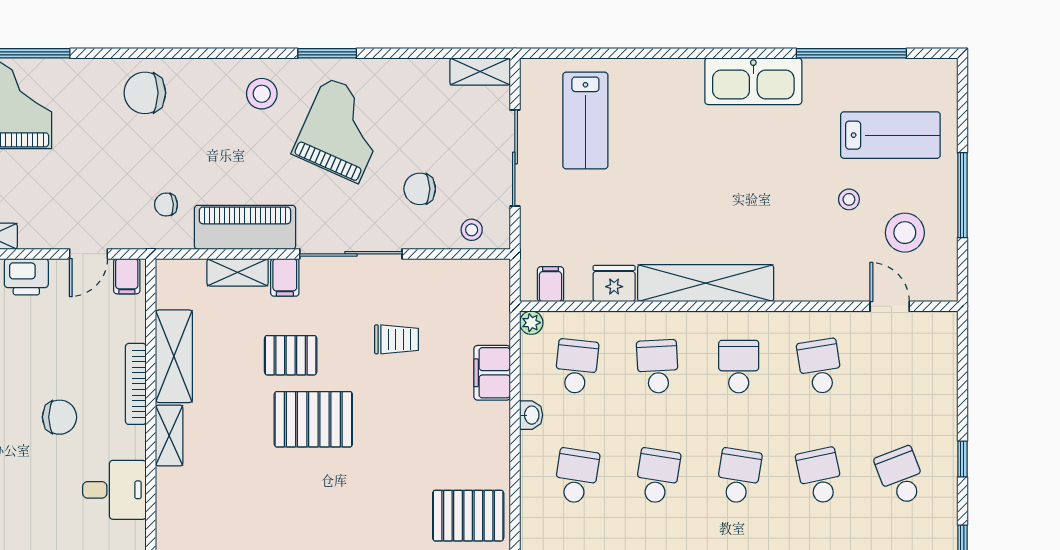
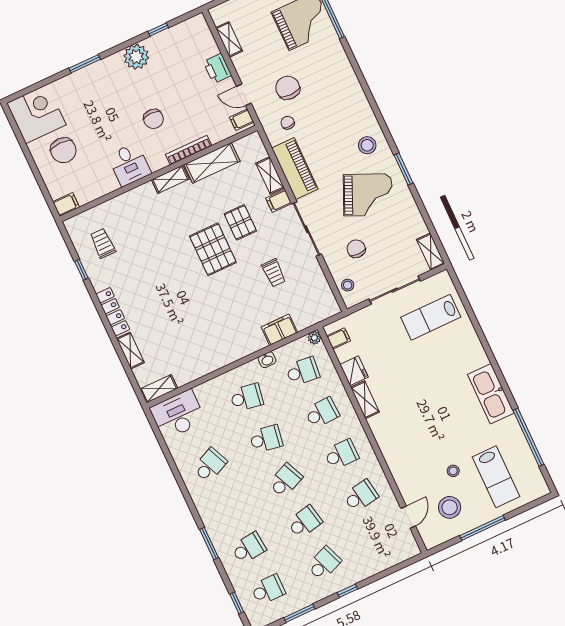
chair: (145, 93) -> (288, 88), moved
shelving: (706, 283) -> (365, 400), width x0.45, depth x0.75
school desk: (739, 476) -> (285, 480), turned -33
pallet: (468, 516) -> (201, 351), removed

